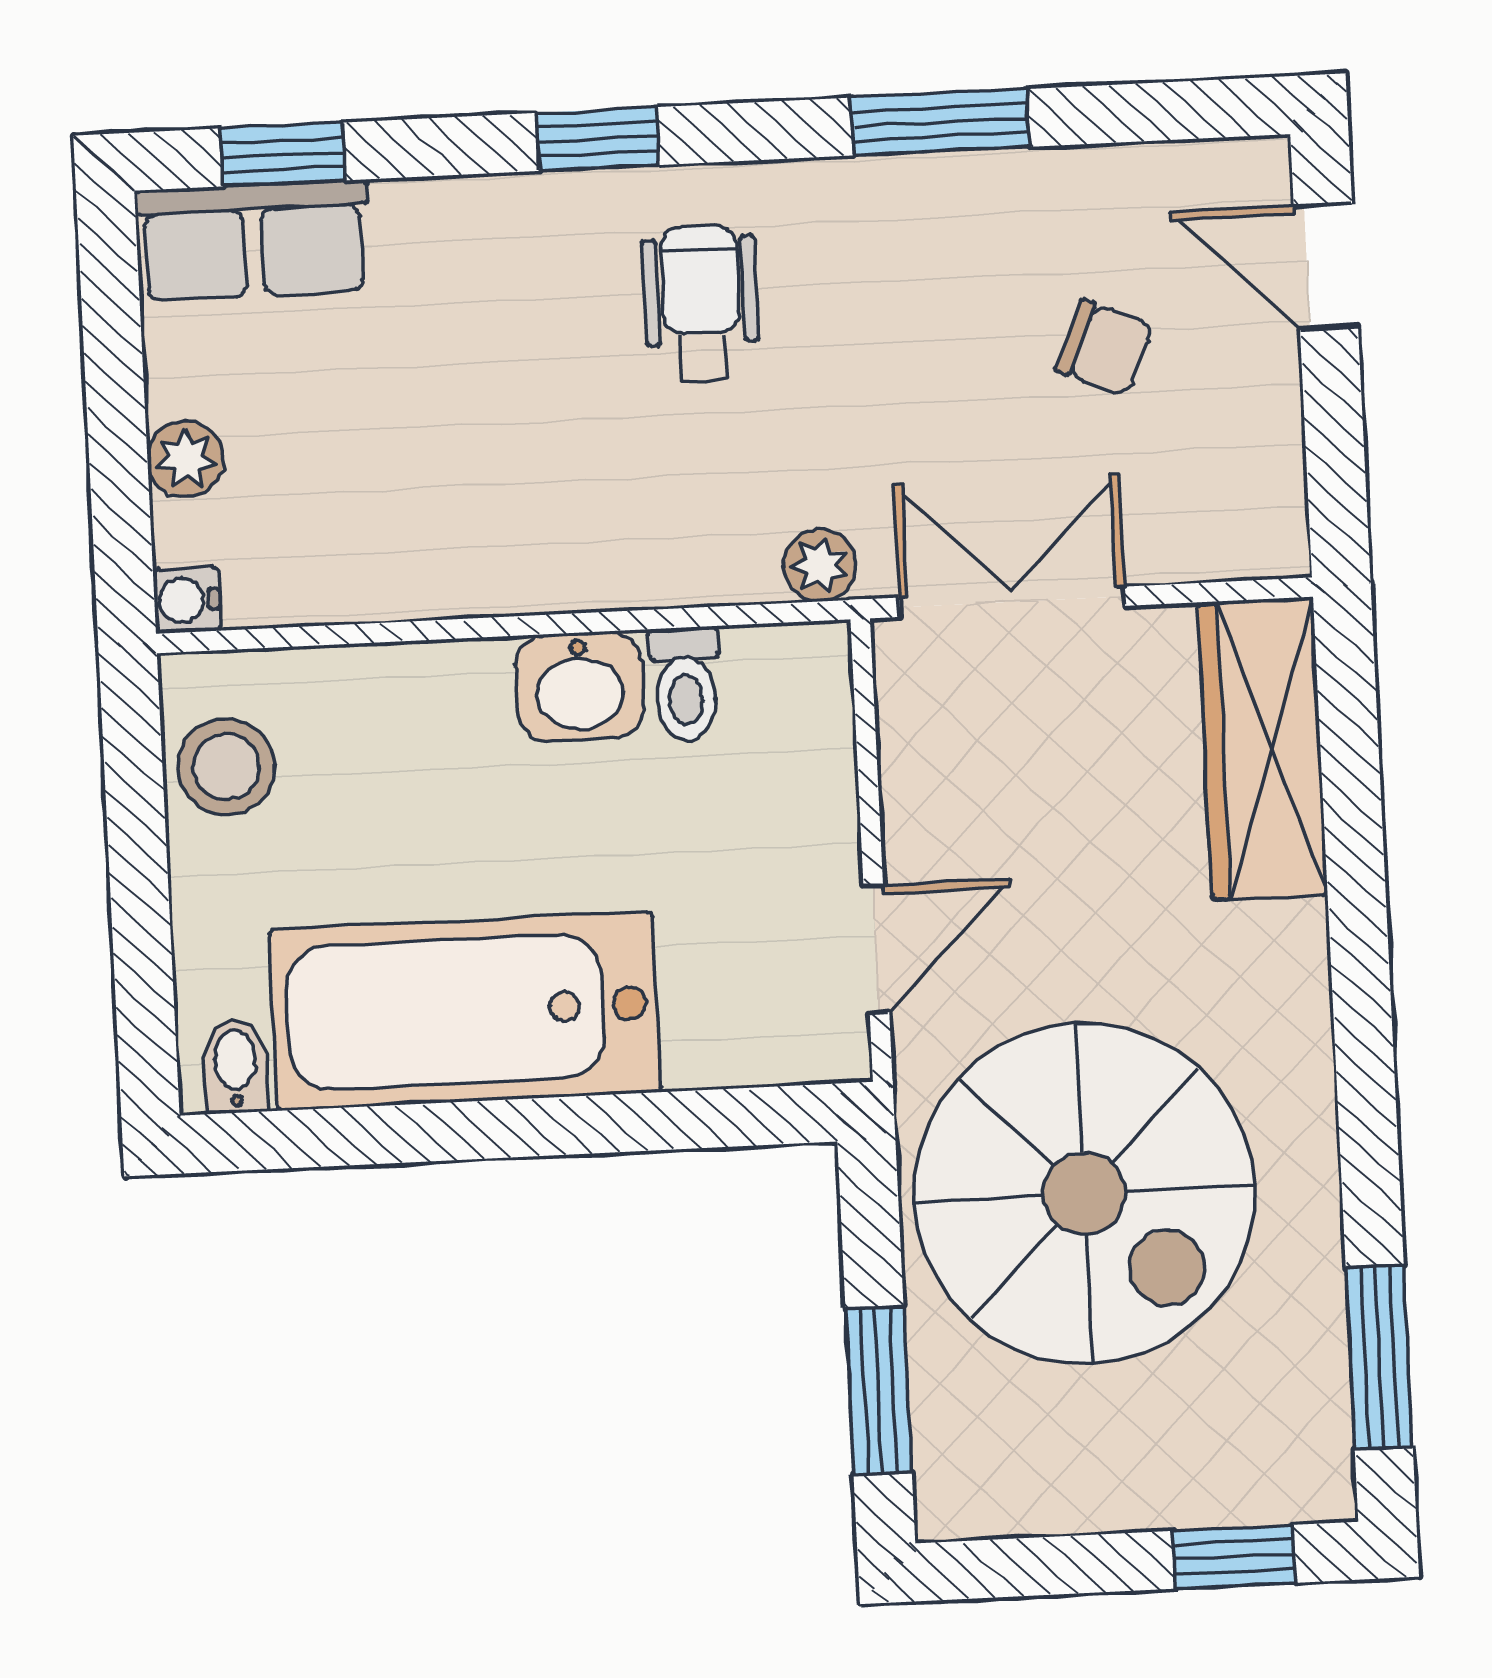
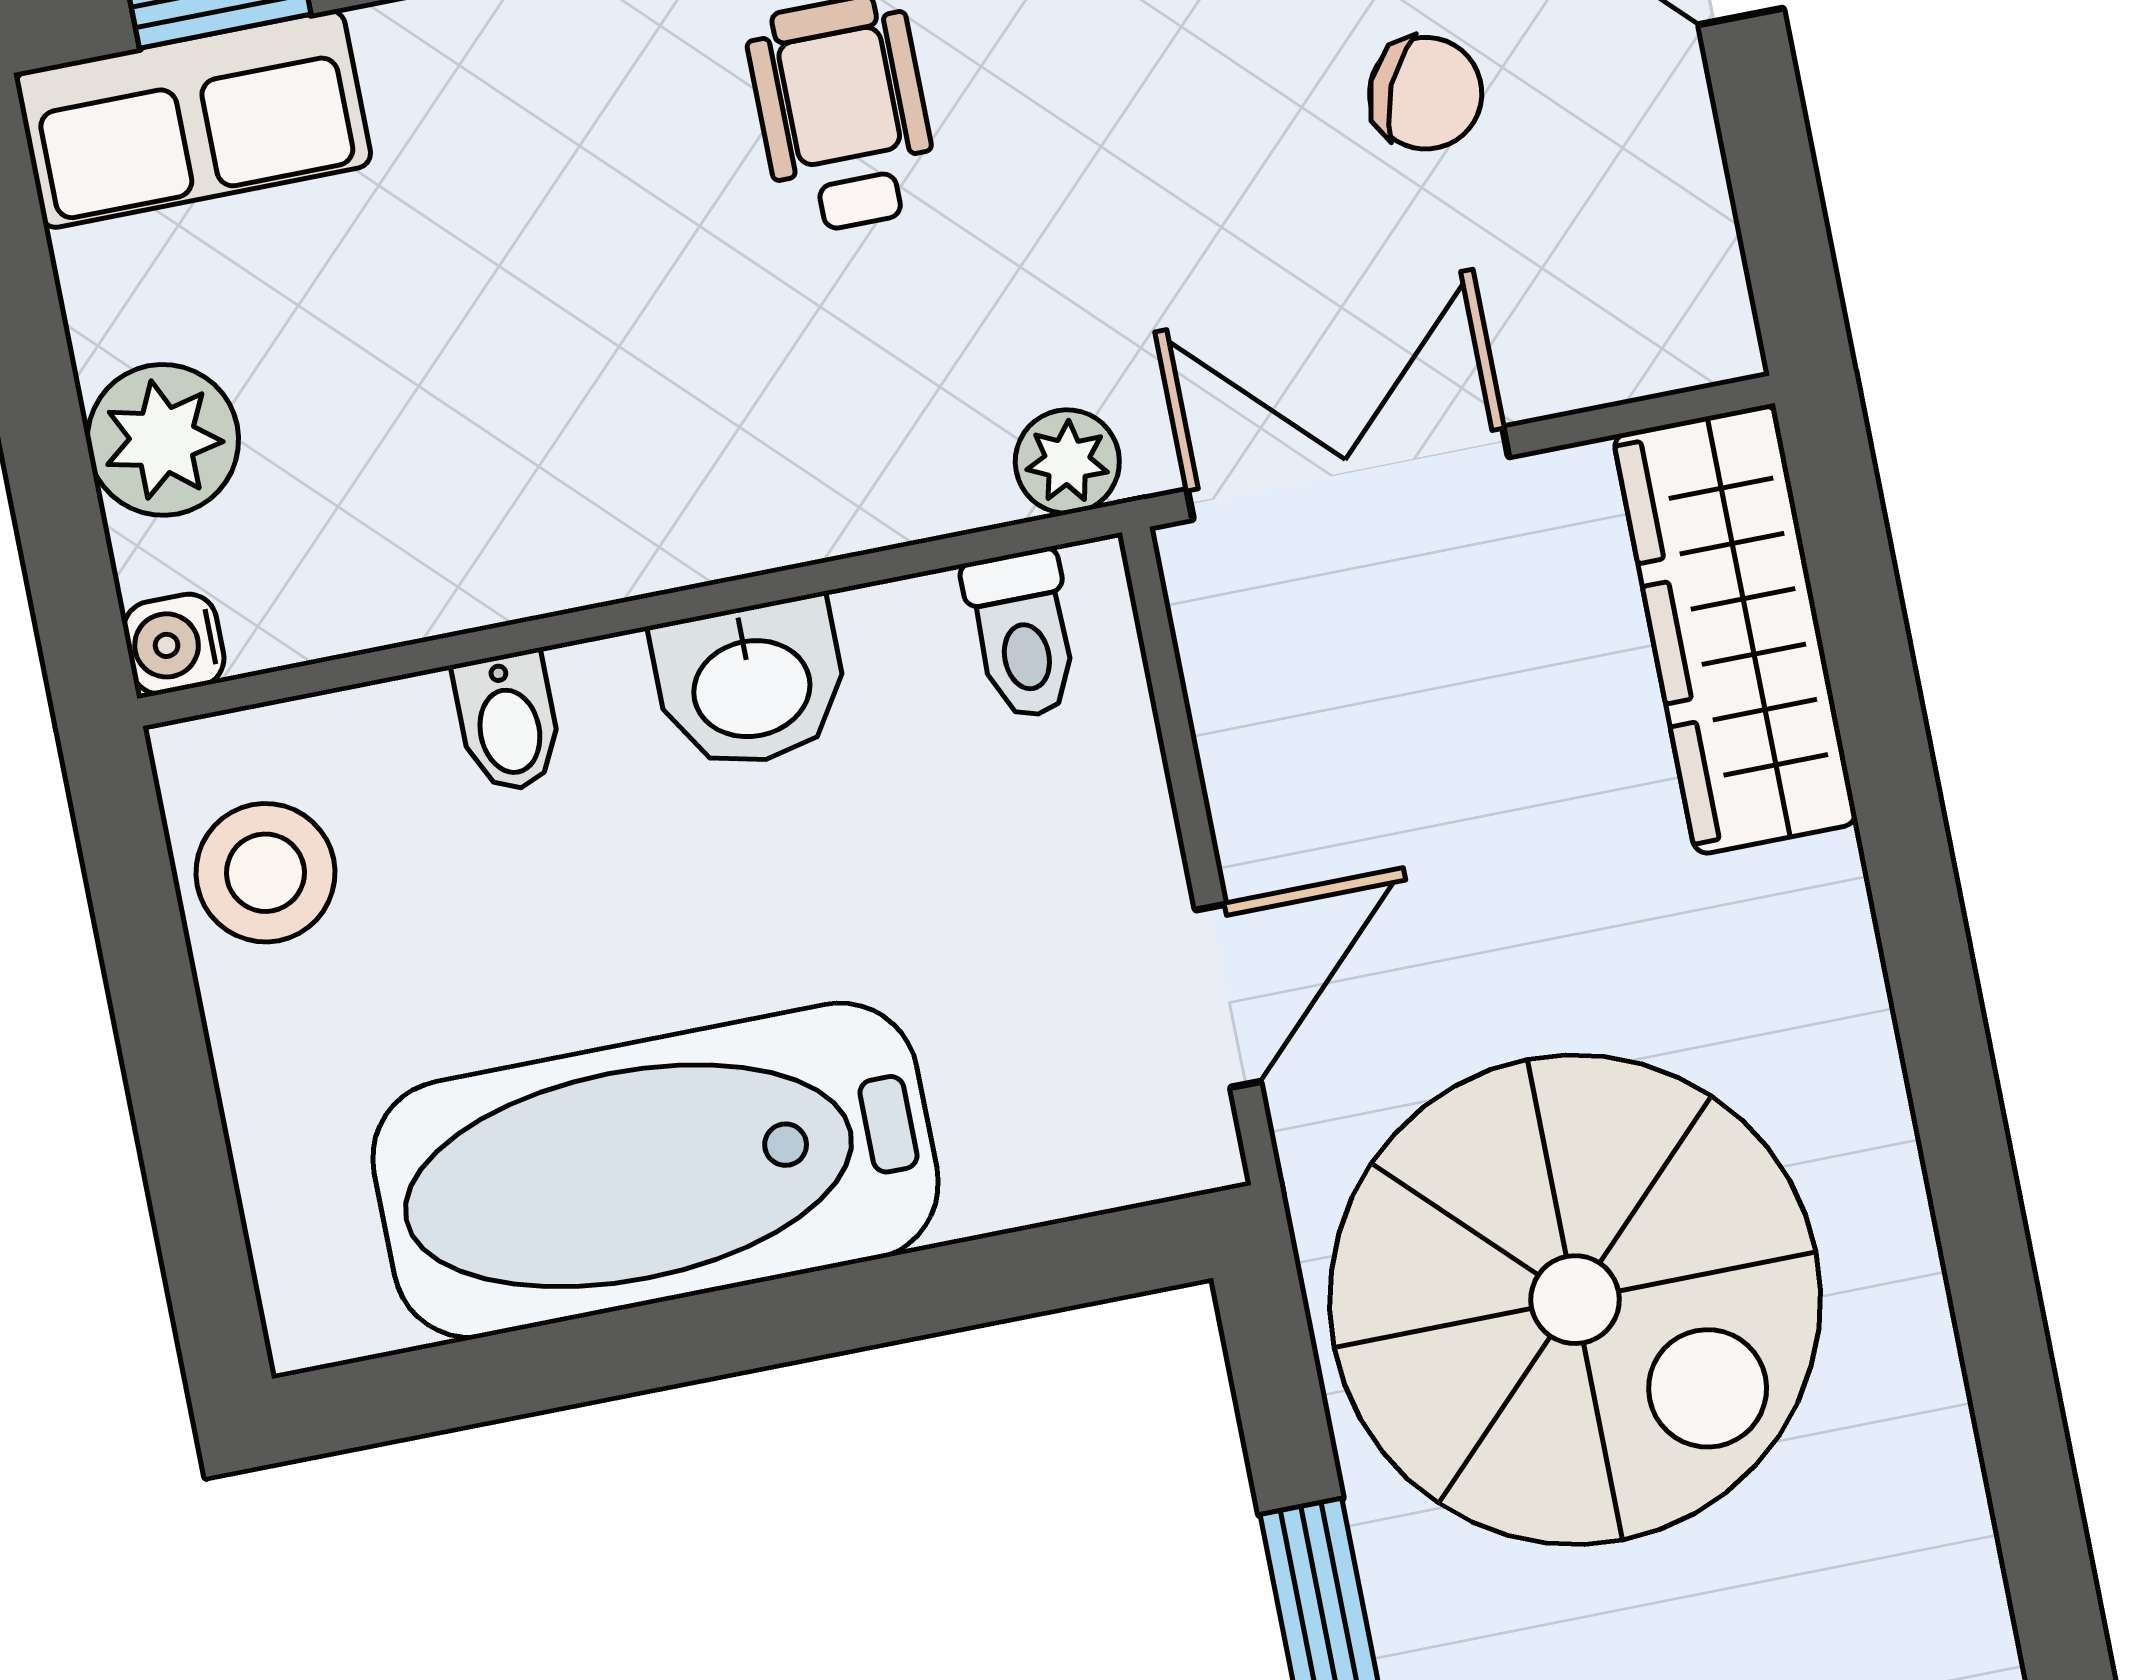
plant: (186, 459) -> (163, 440), width x1.38, depth x1.38
toilet: (685, 684) -> (1022, 634), moved
bidet: (235, 1066) -> (508, 722), moved, turned 180
window: (1379, 1357) -> (2029, 1471), removed

